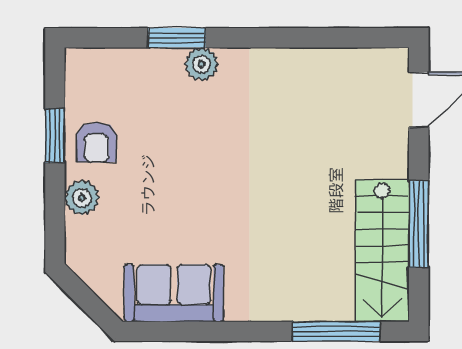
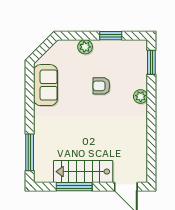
window: (177, 38) -> (151, 62), moved
armchair: (96, 142) -> (101, 86), moved
stairs: (382, 251) -> (83, 172), moved

